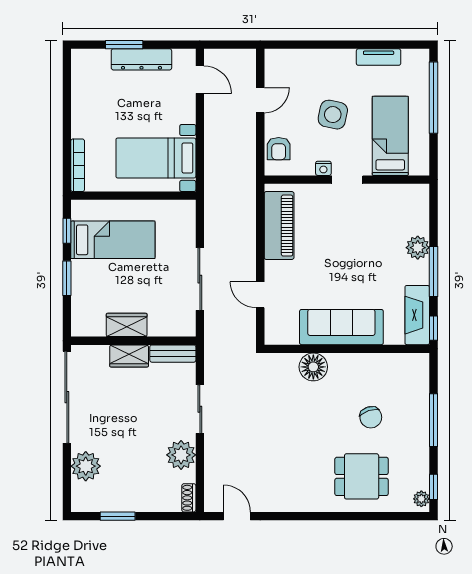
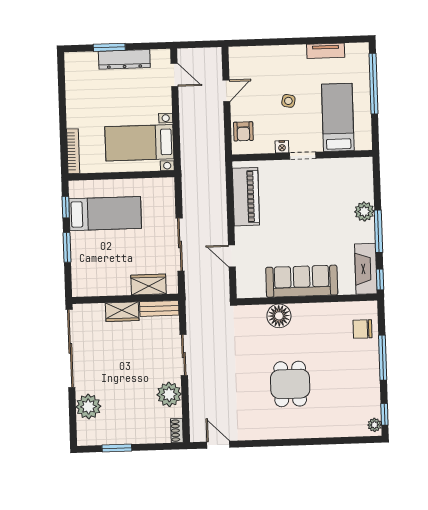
side table: (333, 115) -> (288, 101), width x0.54, depth x0.54
wardrobe: (127, 325) -> (148, 284), moved
chair: (371, 417) -> (363, 329), moved, turned 108
dining table: (362, 476) -> (290, 384), moved, turned 90

